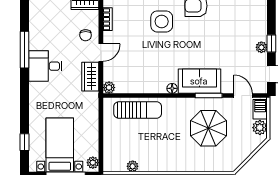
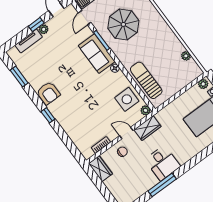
side table: (162, 21) -> (127, 99), moved
tv unit: (261, 24) -> (29, 41), added

